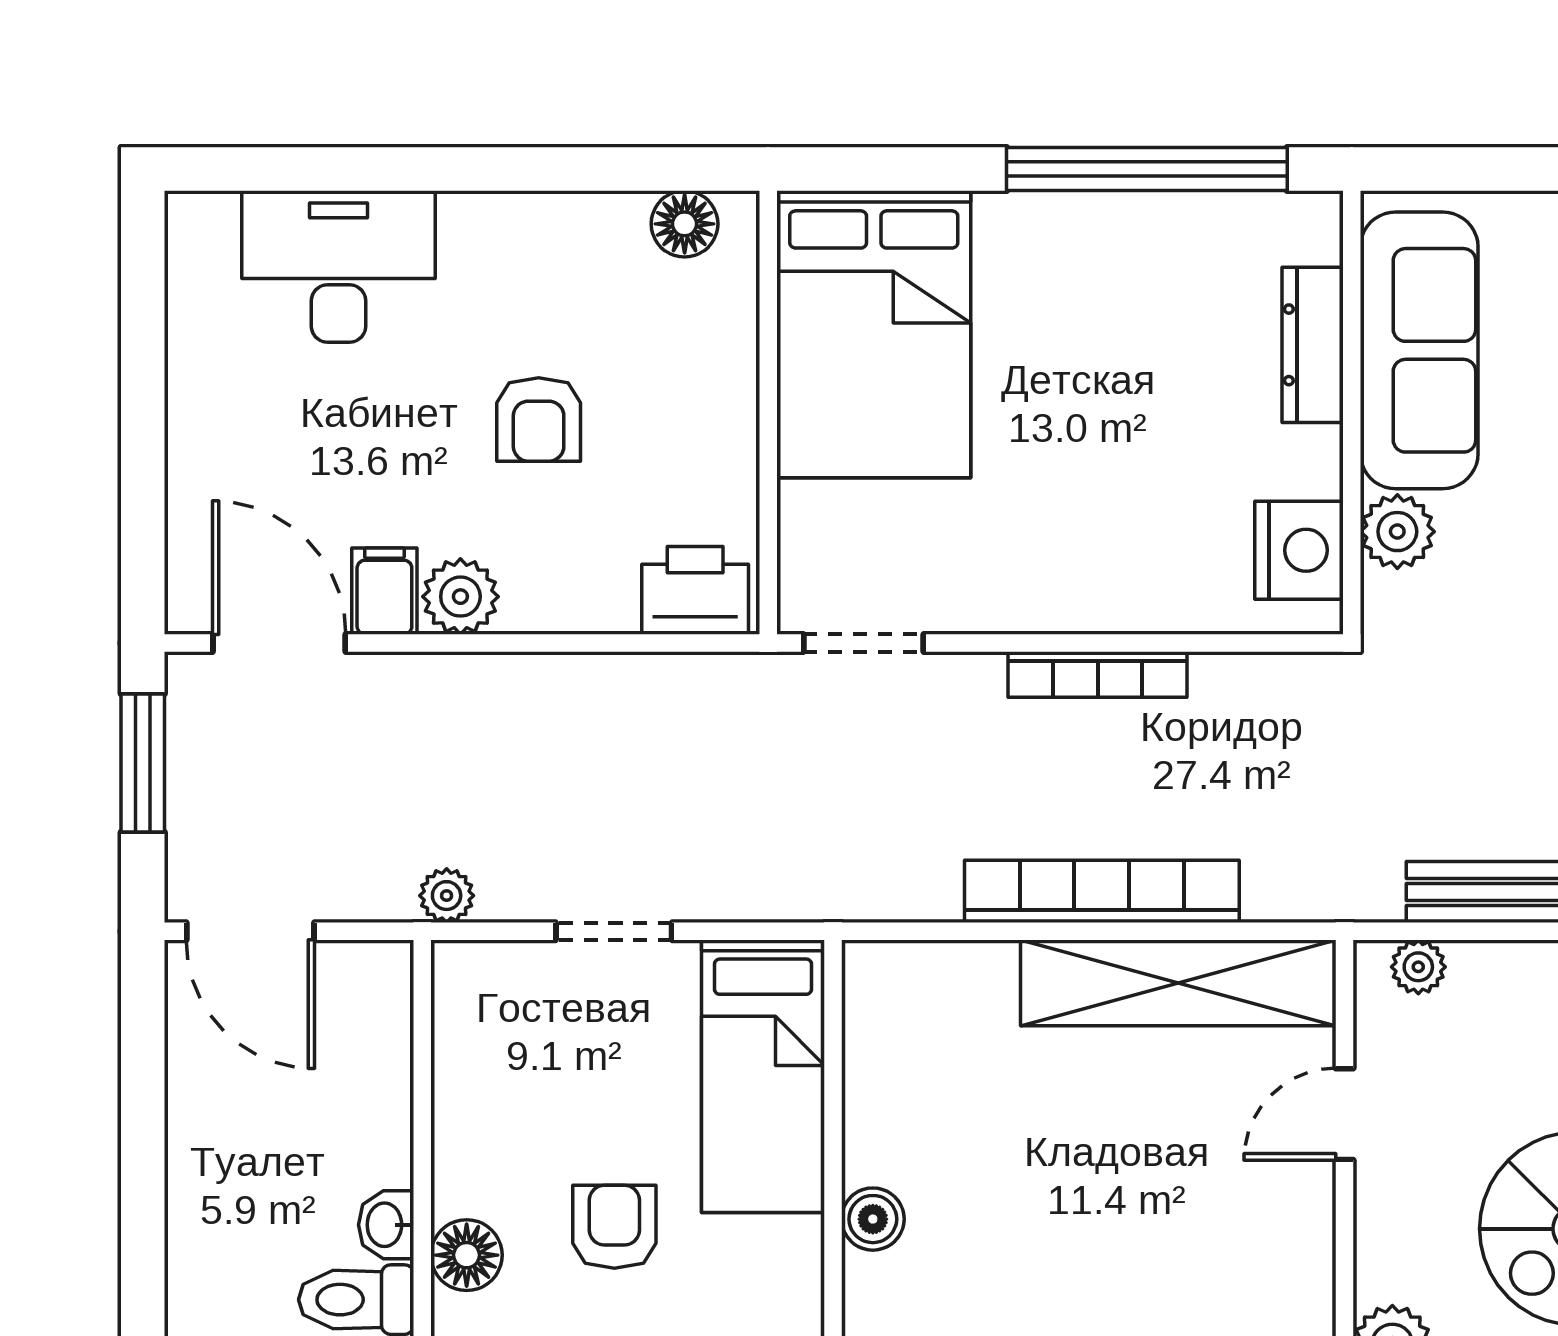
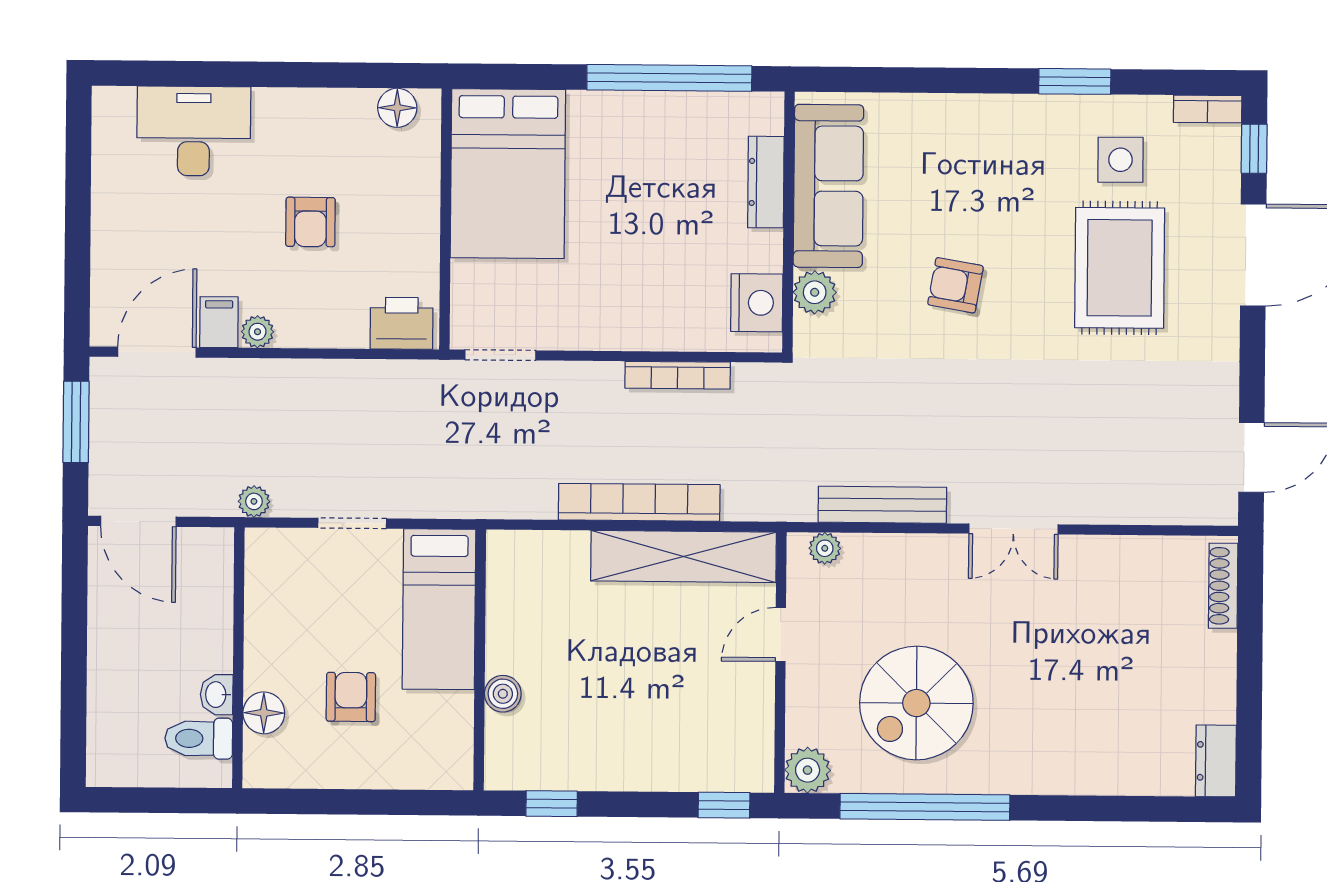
plant: (460, 597) -> (258, 332), width x0.73, depth x0.73
door: (279, 643) -> (157, 352), hinge flipped
bookcase: (1098, 675) -> (678, 375), moved

